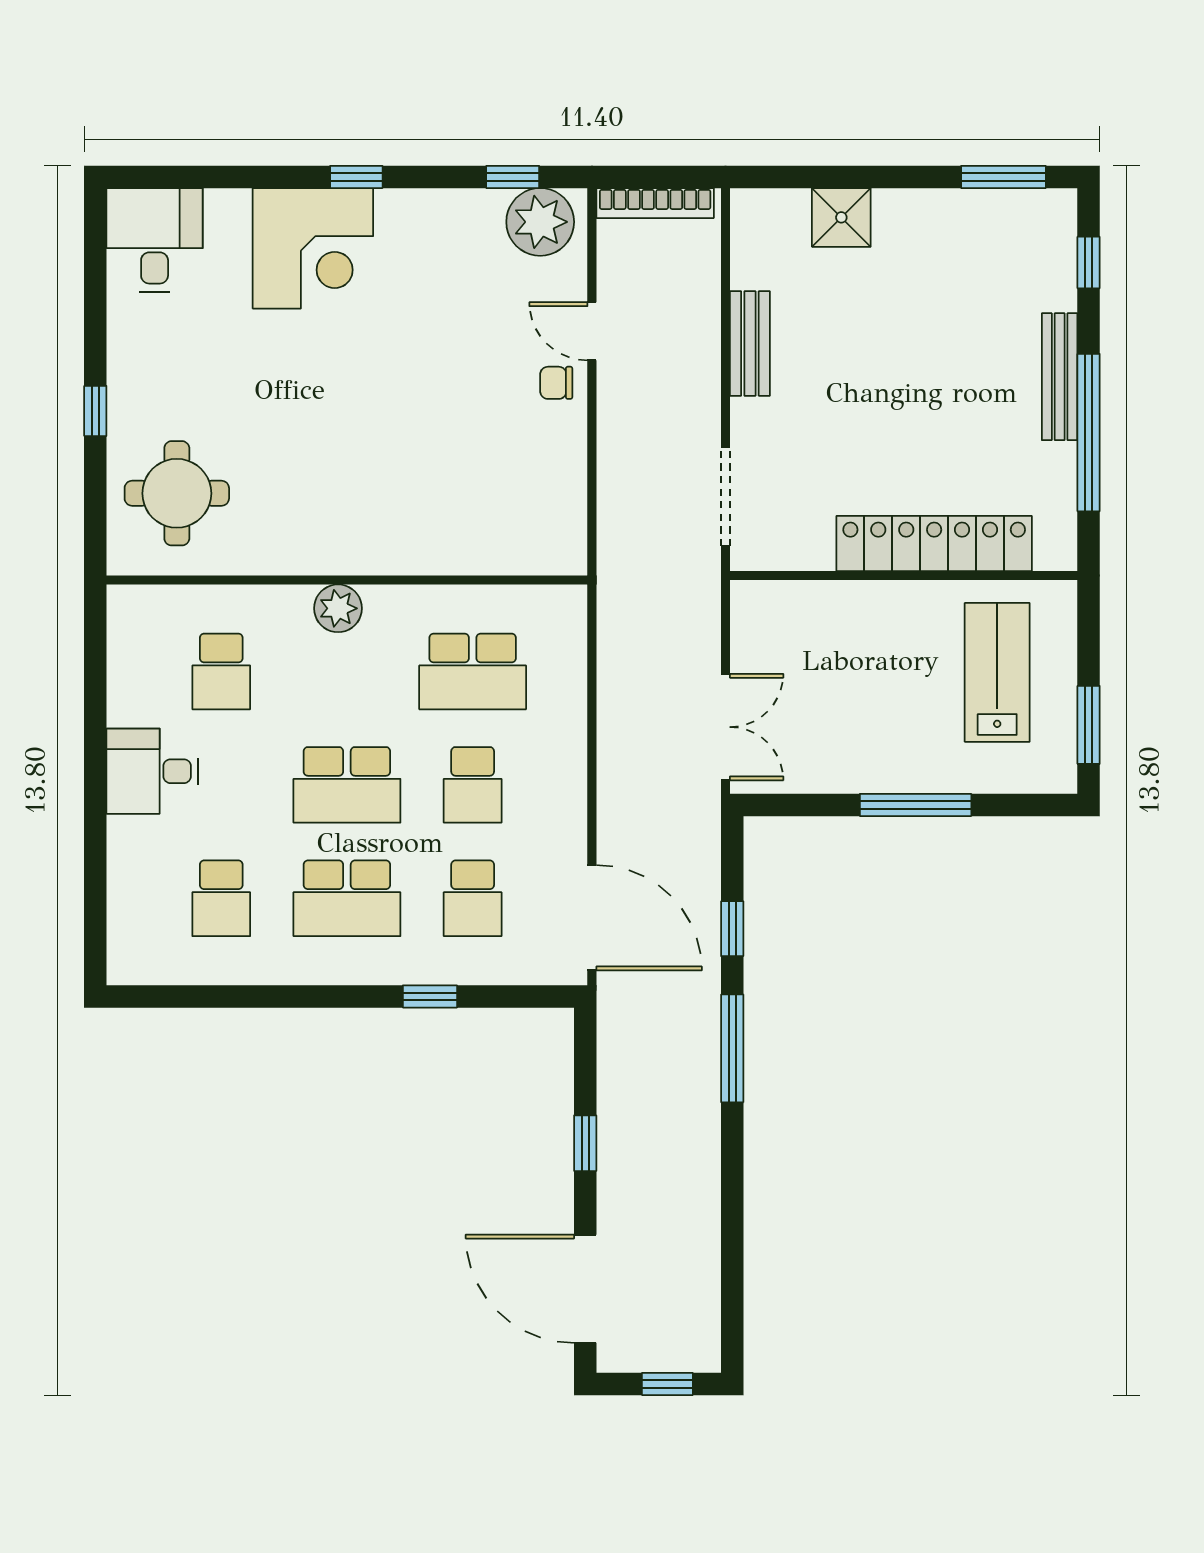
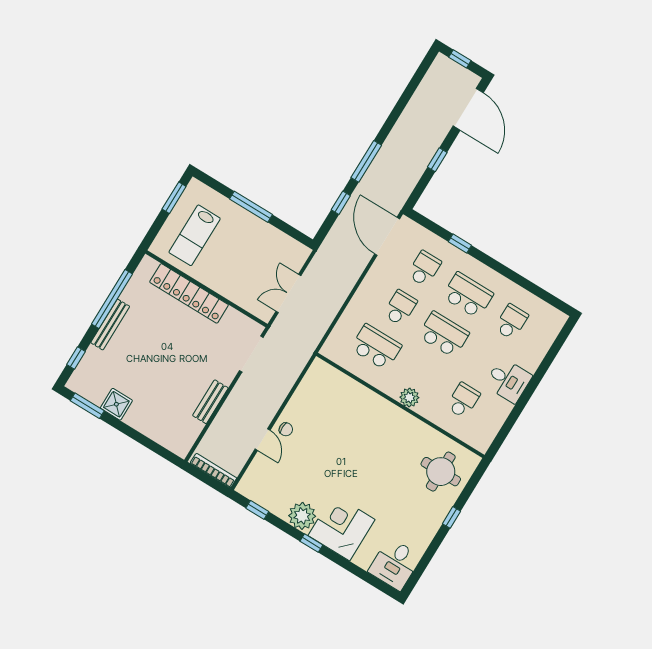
shower: (841, 217) -> (116, 404), moved
plant: (540, 222) -> (302, 516), moved
double door: (726, 727) -> (288, 294), moved

